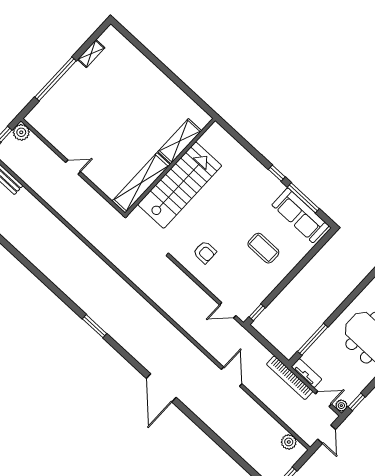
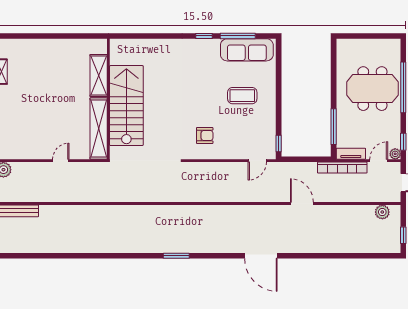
shelving: (180, 141) -> (99, 75), moved
wall: (170, 167) -> (108, 99), moved
shelving: (141, 183) -> (99, 128), moved
stairs: (180, 185) -> (126, 106), moved

